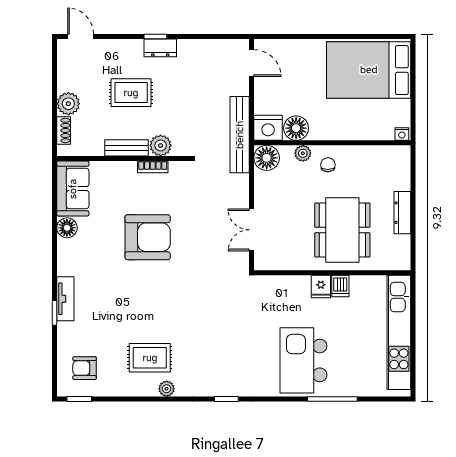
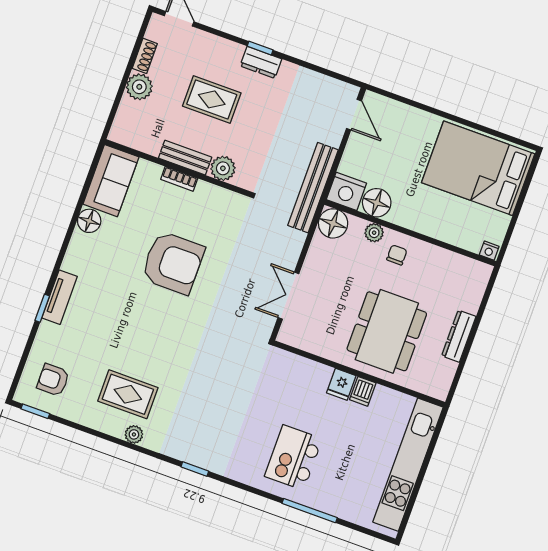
shoe rack: (64, 130) -> (145, 56), moved
bookcase: (153, 167) -> (179, 179), moved
kitchen island: (303, 360) -> (293, 458), width x0.73, depth x0.78

